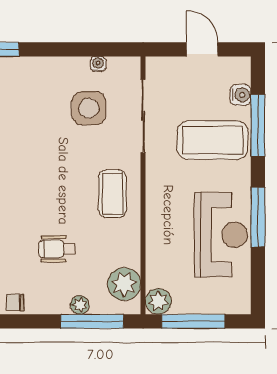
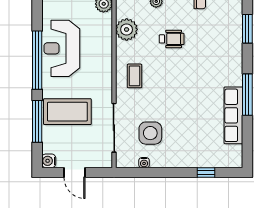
water cooler: (241, 95) -> (49, 161), moved
coffee table: (112, 194) -> (134, 76), width x0.73, depth x0.77
window: (258, 217) -> (37, 60), width x1.46
plant: (124, 284) -> (127, 29), moved

